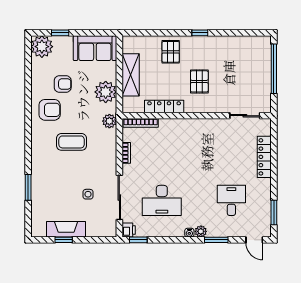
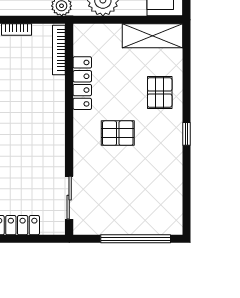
pallet: (171, 52) -> (160, 93), turned 90
shelving: (131, 75) -> (152, 36), moved

